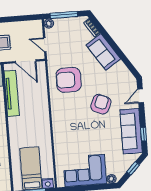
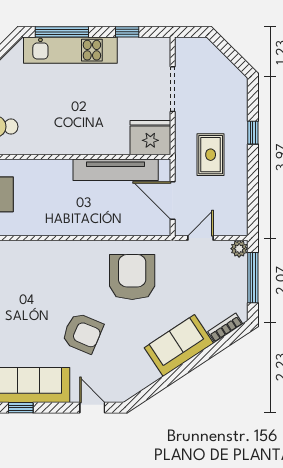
door: (26, 61) -> (173, 200), hinge flipped

